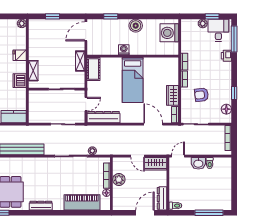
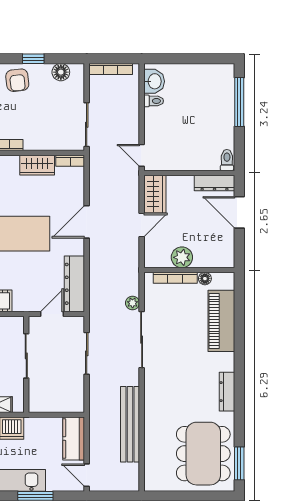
armchair: (201, 95) -> (17, 80), moved
door: (86, 104) -> (52, 314), hinge flipped
door: (153, 124) -> (87, 222), moved
washbasin: (198, 163) -> (154, 81), moved

